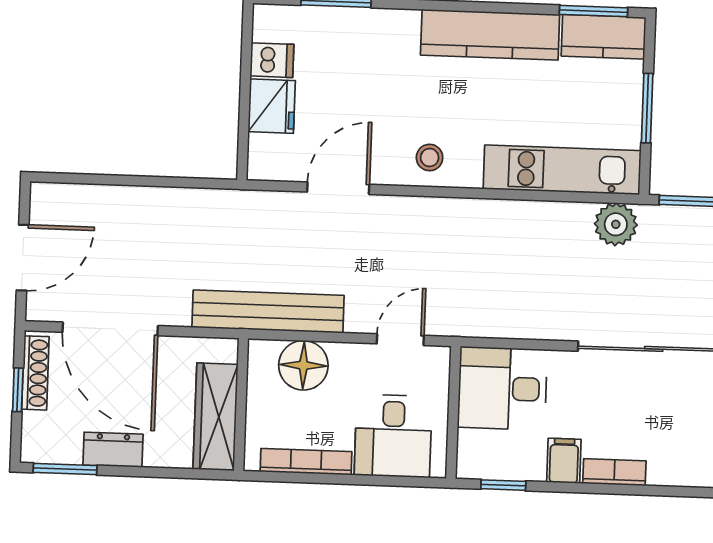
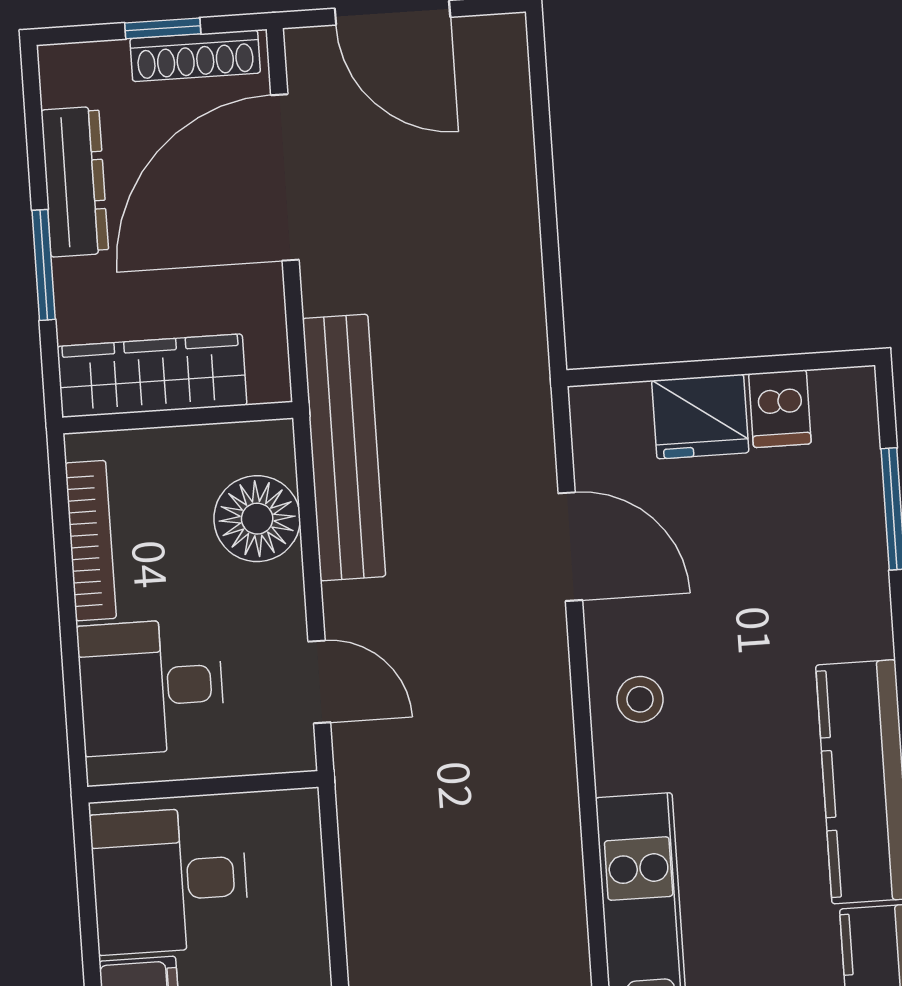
desk: (502, 388) -> (170, 880), moved, turned -90
dresser: (113, 450) -> (75, 182), width x1.44
window: (65, 469) -> (44, 265), moved
window: (503, 485) -> (86, 887), removed

